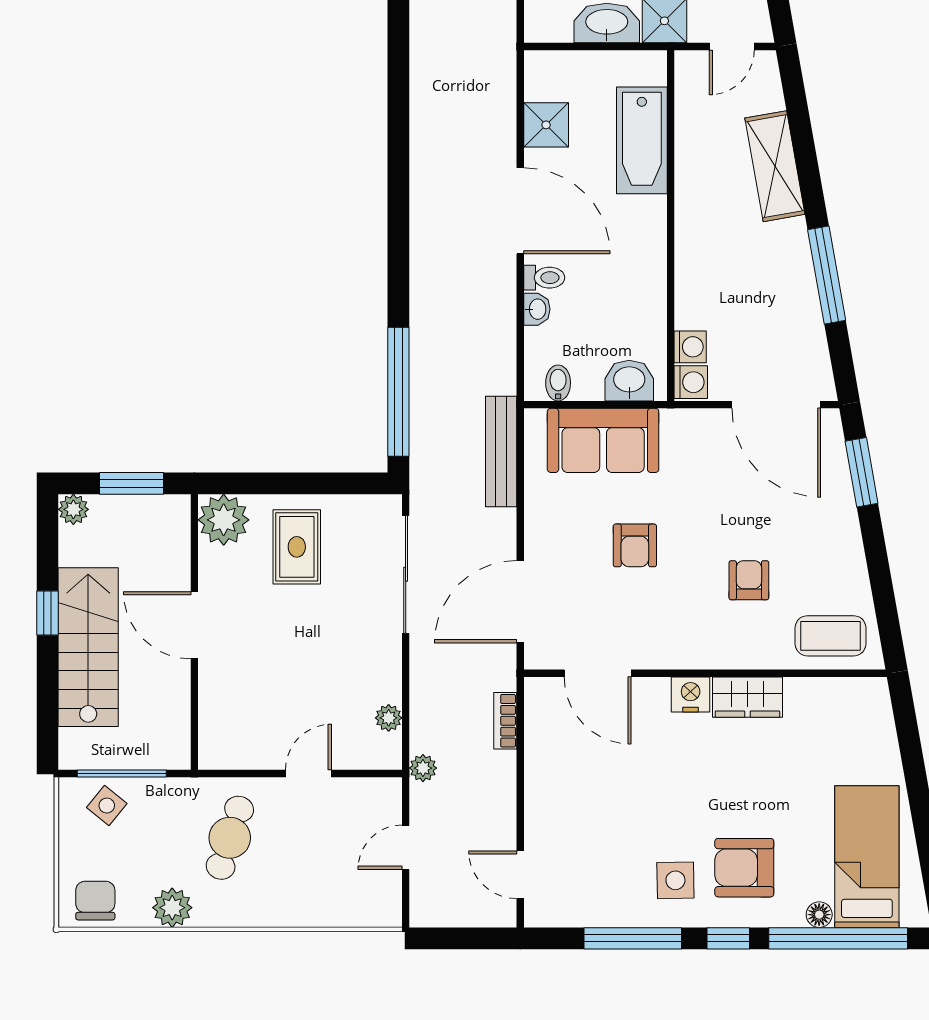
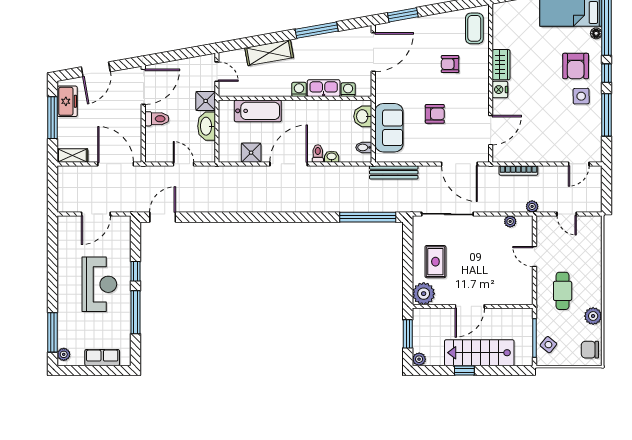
kitchen sink: (694, 291) -> (324, 88), added
washing machine: (691, 382) -> (299, 89), moved
rug: (297, 547) -> (435, 262), turned 90
bookcase: (505, 721) -> (518, 170), width x1.56
cafe table: (230, 838) -> (563, 291), turned 72

